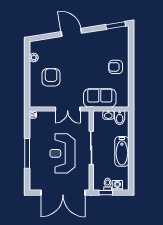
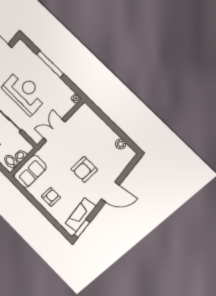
fireplace: (107, 36) -> (80, 215), added
armchair: (51, 77) -> (84, 169), moved, turned 90
sofa: (100, 98) -> (30, 172), moved

